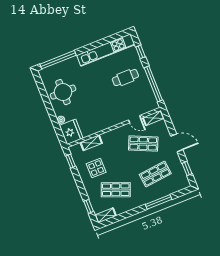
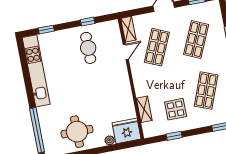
cafe table: (125, 78) -> (88, 48), moved
window: (153, 84) -> (88, 22), width x0.32
window: (71, 161) -> (174, 136), moved
shop shelf: (155, 174) -> (196, 40), turned 30

